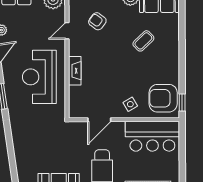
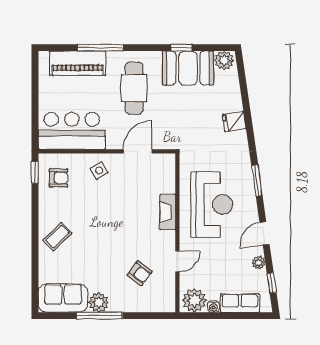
coffee table: (143, 41) -> (57, 237), moved
armchair: (163, 98) -> (58, 178), width x0.53, depth x0.53
fridge: (21, 144) -> (234, 122), added

